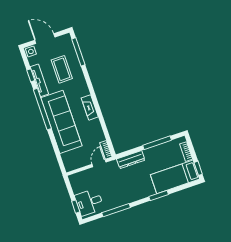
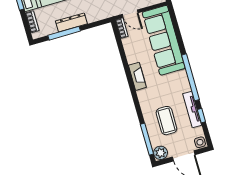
plant: (66, 40) -> (161, 153), added
sofa: (61, 122) -> (164, 40), moved
dresser: (131, 160) -> (71, 22), moved
door: (99, 163) -> (130, 14), hinge flipped

